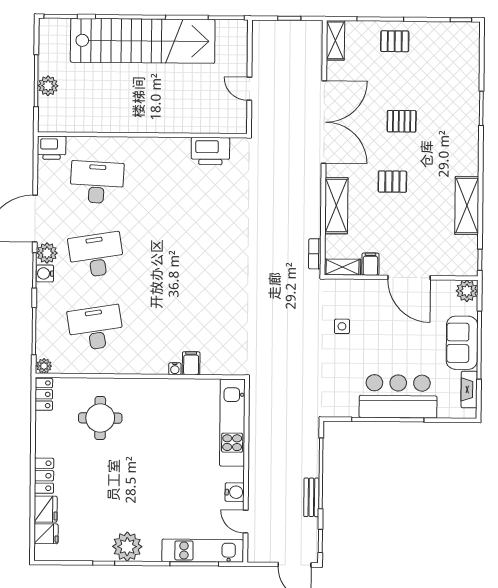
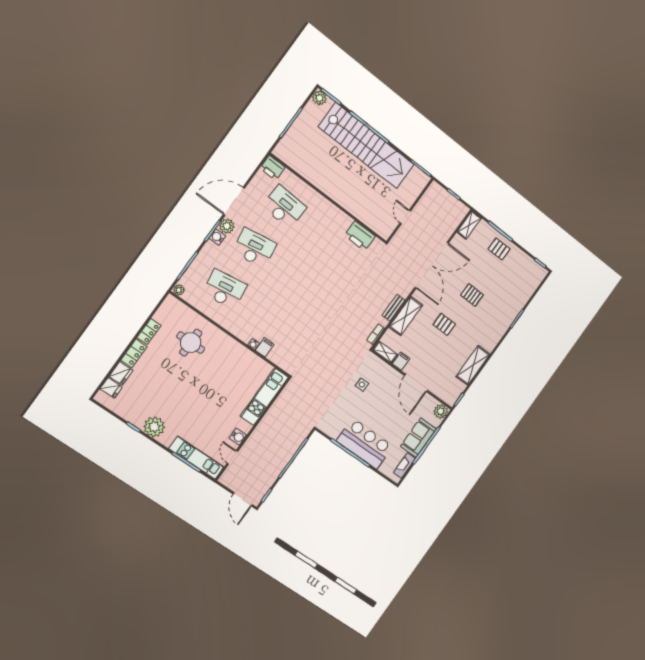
plant: (48, 86) -> (319, 98), moved
locker: (44, 394) -> (149, 332), moved
bench: (311, 497) -> (394, 308), moved

